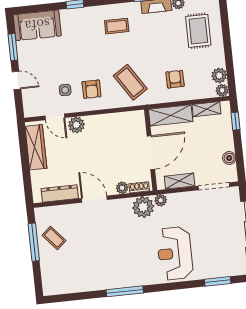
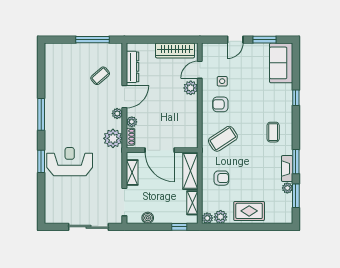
rug: (198, 31) -> (249, 211), moved
plant: (161, 200) -> (117, 113), moved
coffee table: (54, 238) -> (100, 76), moved
window: (218, 281) -> (41, 161), moved

